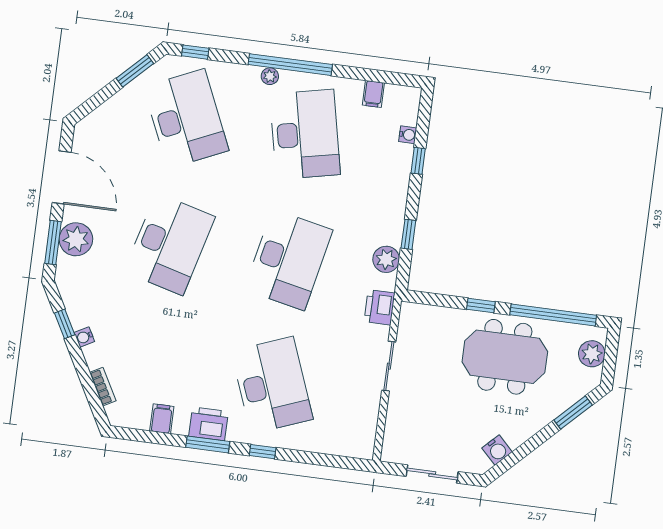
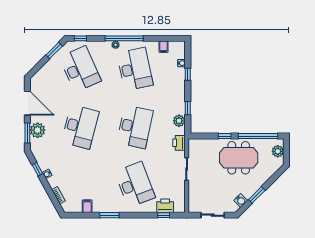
window: (573, 413) -> (257, 195), moved
printer: (209, 424) -> (165, 206), moved
window: (263, 452) -> (164, 215), moved

